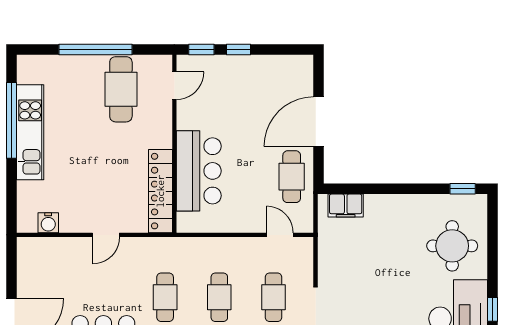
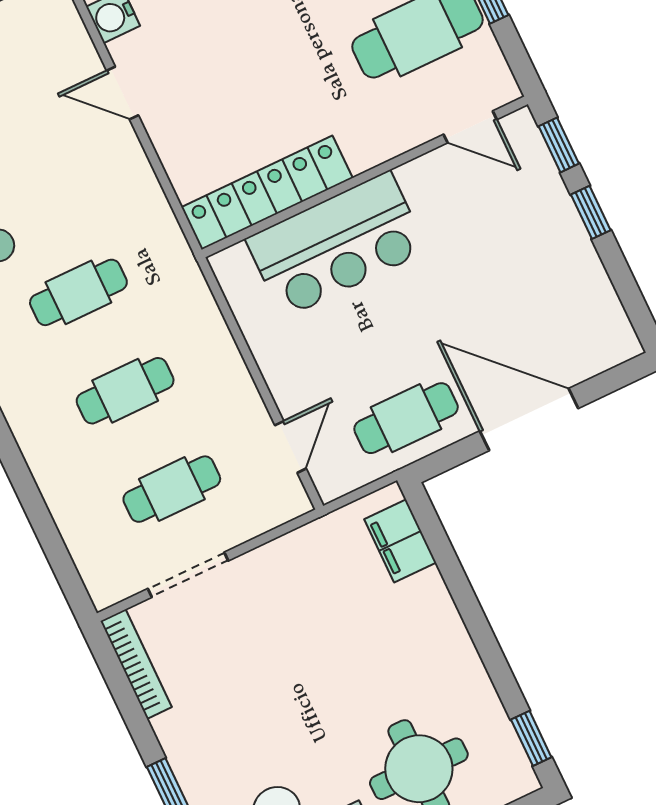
door: (106, 235) -> (122, 93), moved

